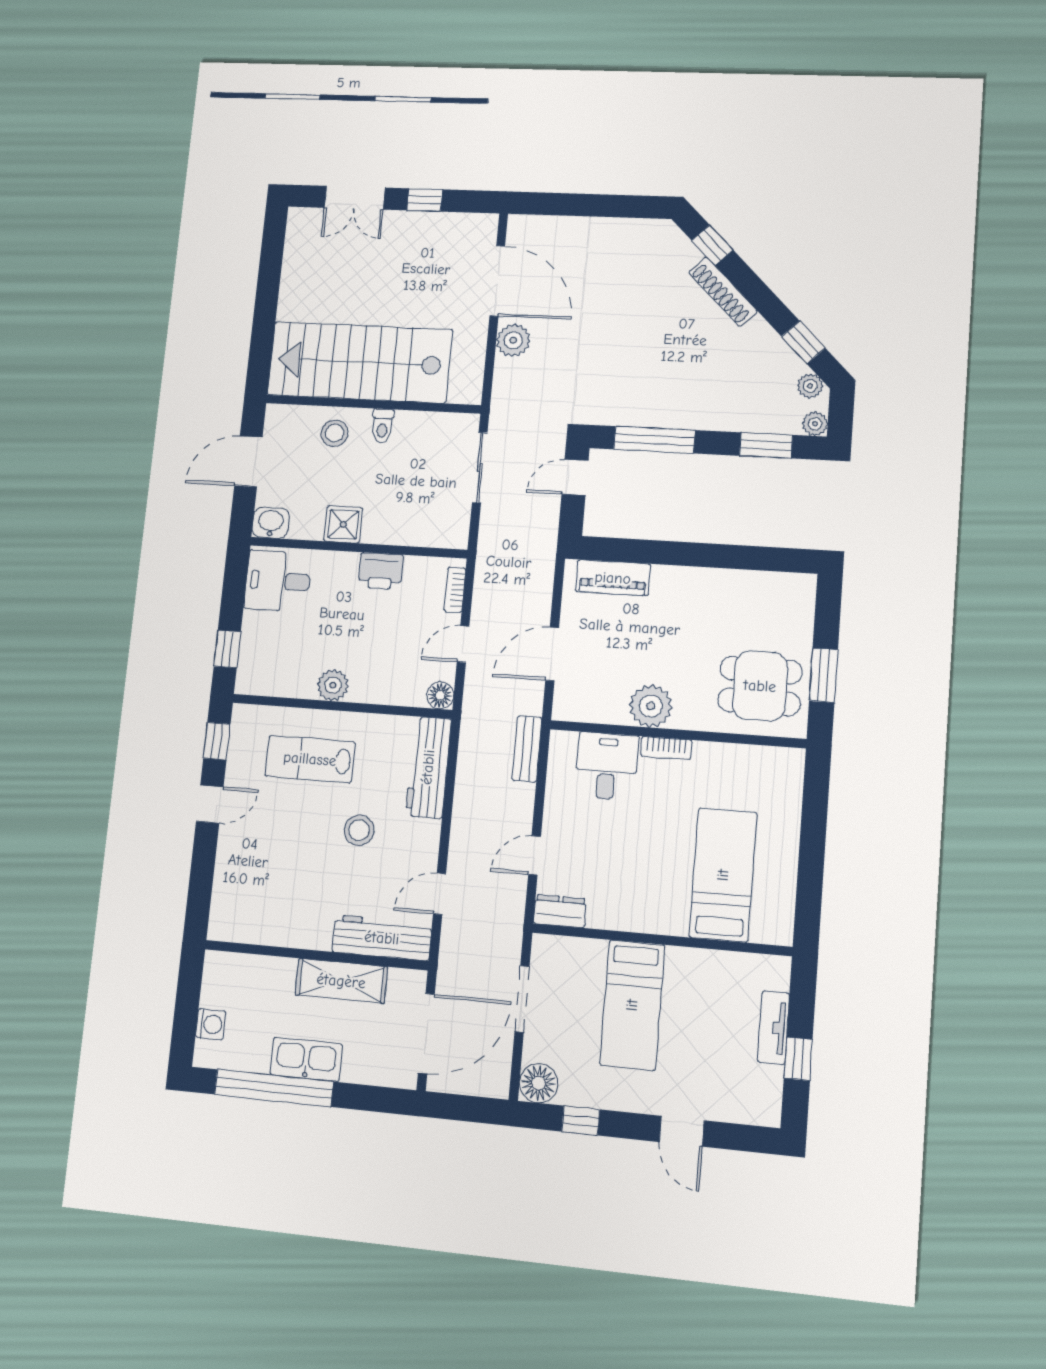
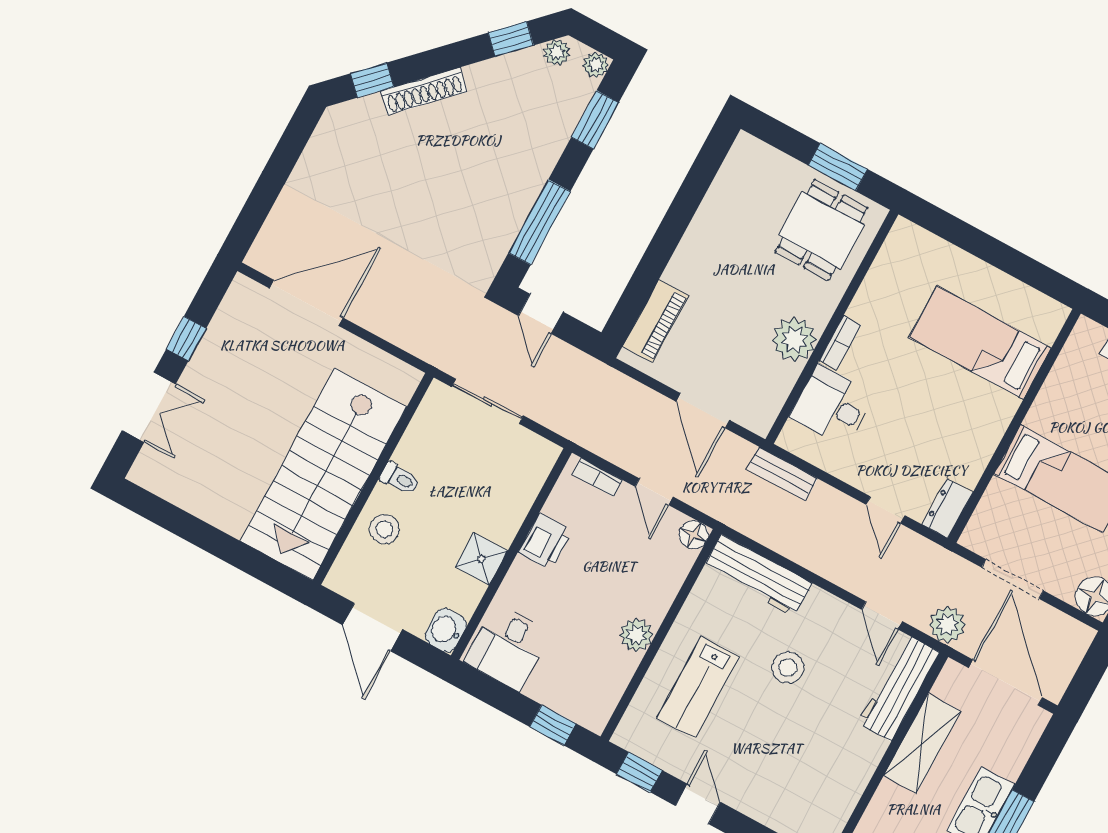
plant: (513, 340) -> (947, 625), moved

